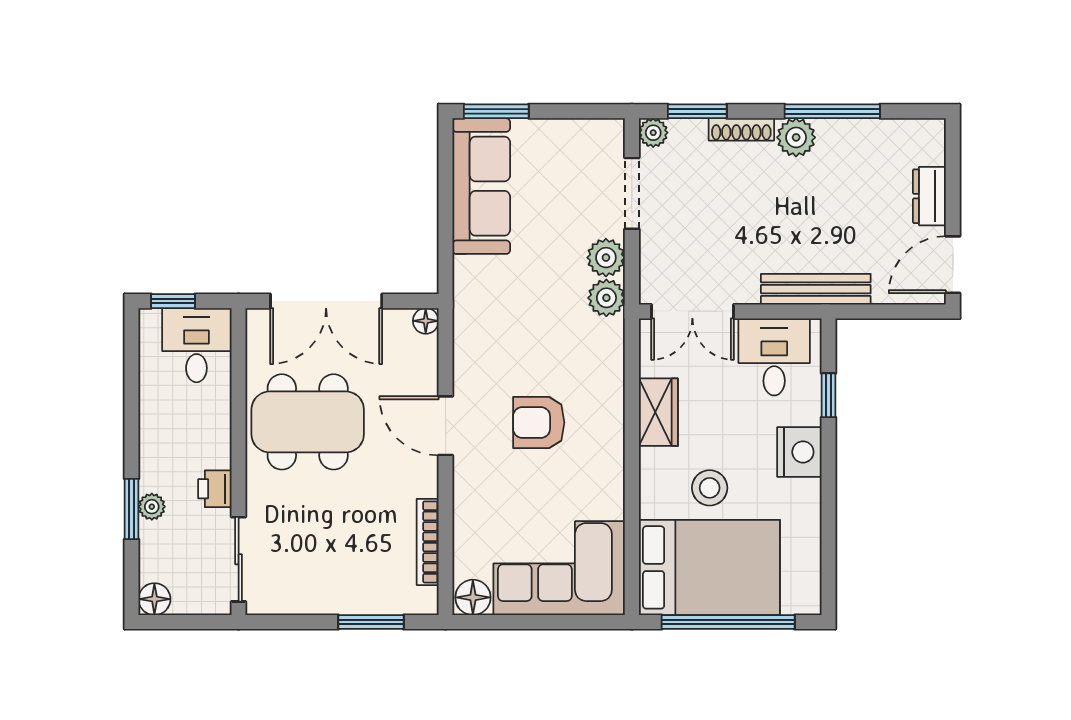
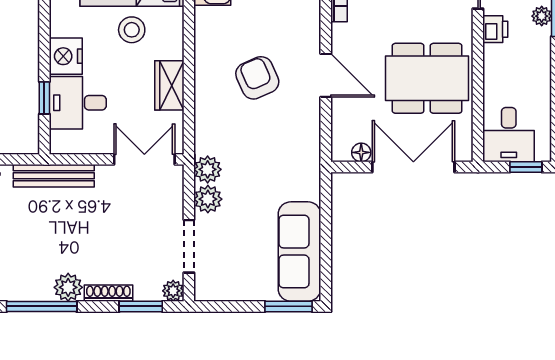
floor lamp: (426, 321) -> (361, 152), moved
desk: (774, 357) -> (78, 103), moved, turned 90
armchair: (539, 423) -> (257, 78), turned -114

